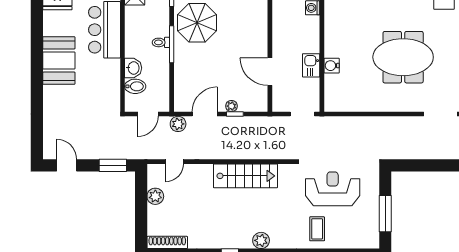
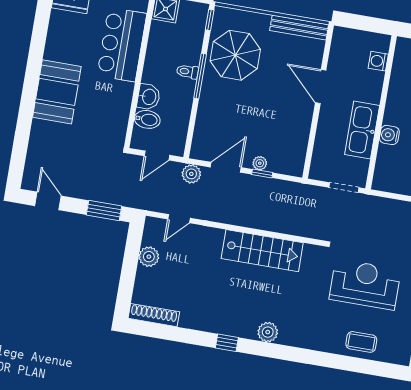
booth: (59, 61) -> (57, 92), moved
kitchen sink: (311, 65) -> (362, 130), width x1.88, depth x1.24
door: (270, 72) -> (321, 86), moved
coffee table: (317, 229) -> (361, 342), moved, turned 90

